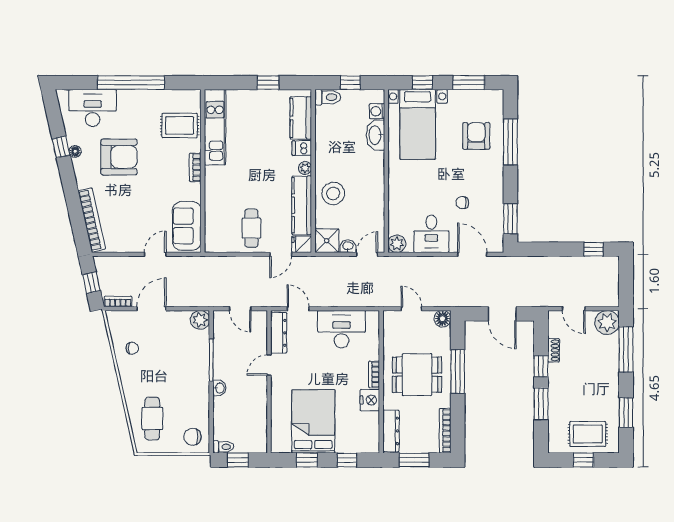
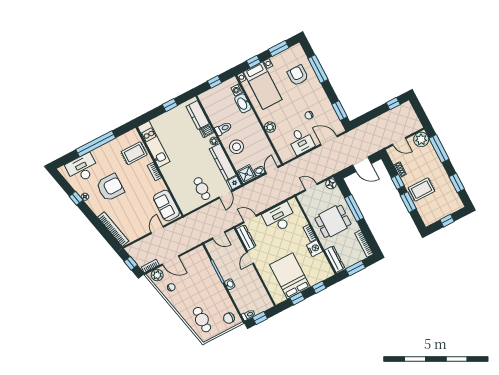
toilet: (328, 97) -> (223, 129), moved
plant: (397, 244) -> (270, 127), moved
door: (151, 309) -> (171, 260), swing flipped
plant: (200, 320) -> (157, 275), moved
rug: (588, 434) -> (422, 190), moved

